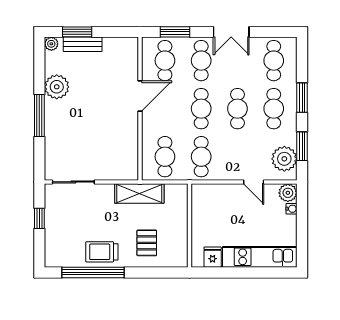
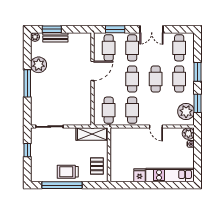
door: (254, 182) -> (156, 127), moved
wall: (189, 225) -> (109, 155), moved

